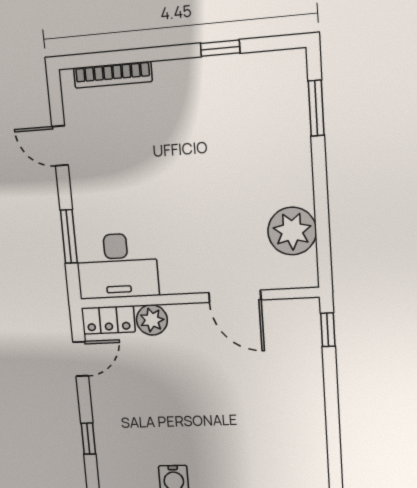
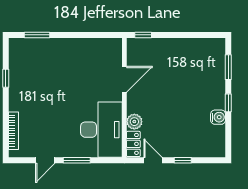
plant: (292, 231) -> (94, 49), removed
window: (69, 236) -> (77, 160), moved
desk: (117, 266) -> (101, 130), width x1.36, depth x1.30
window: (88, 439) -> (183, 160), moved

